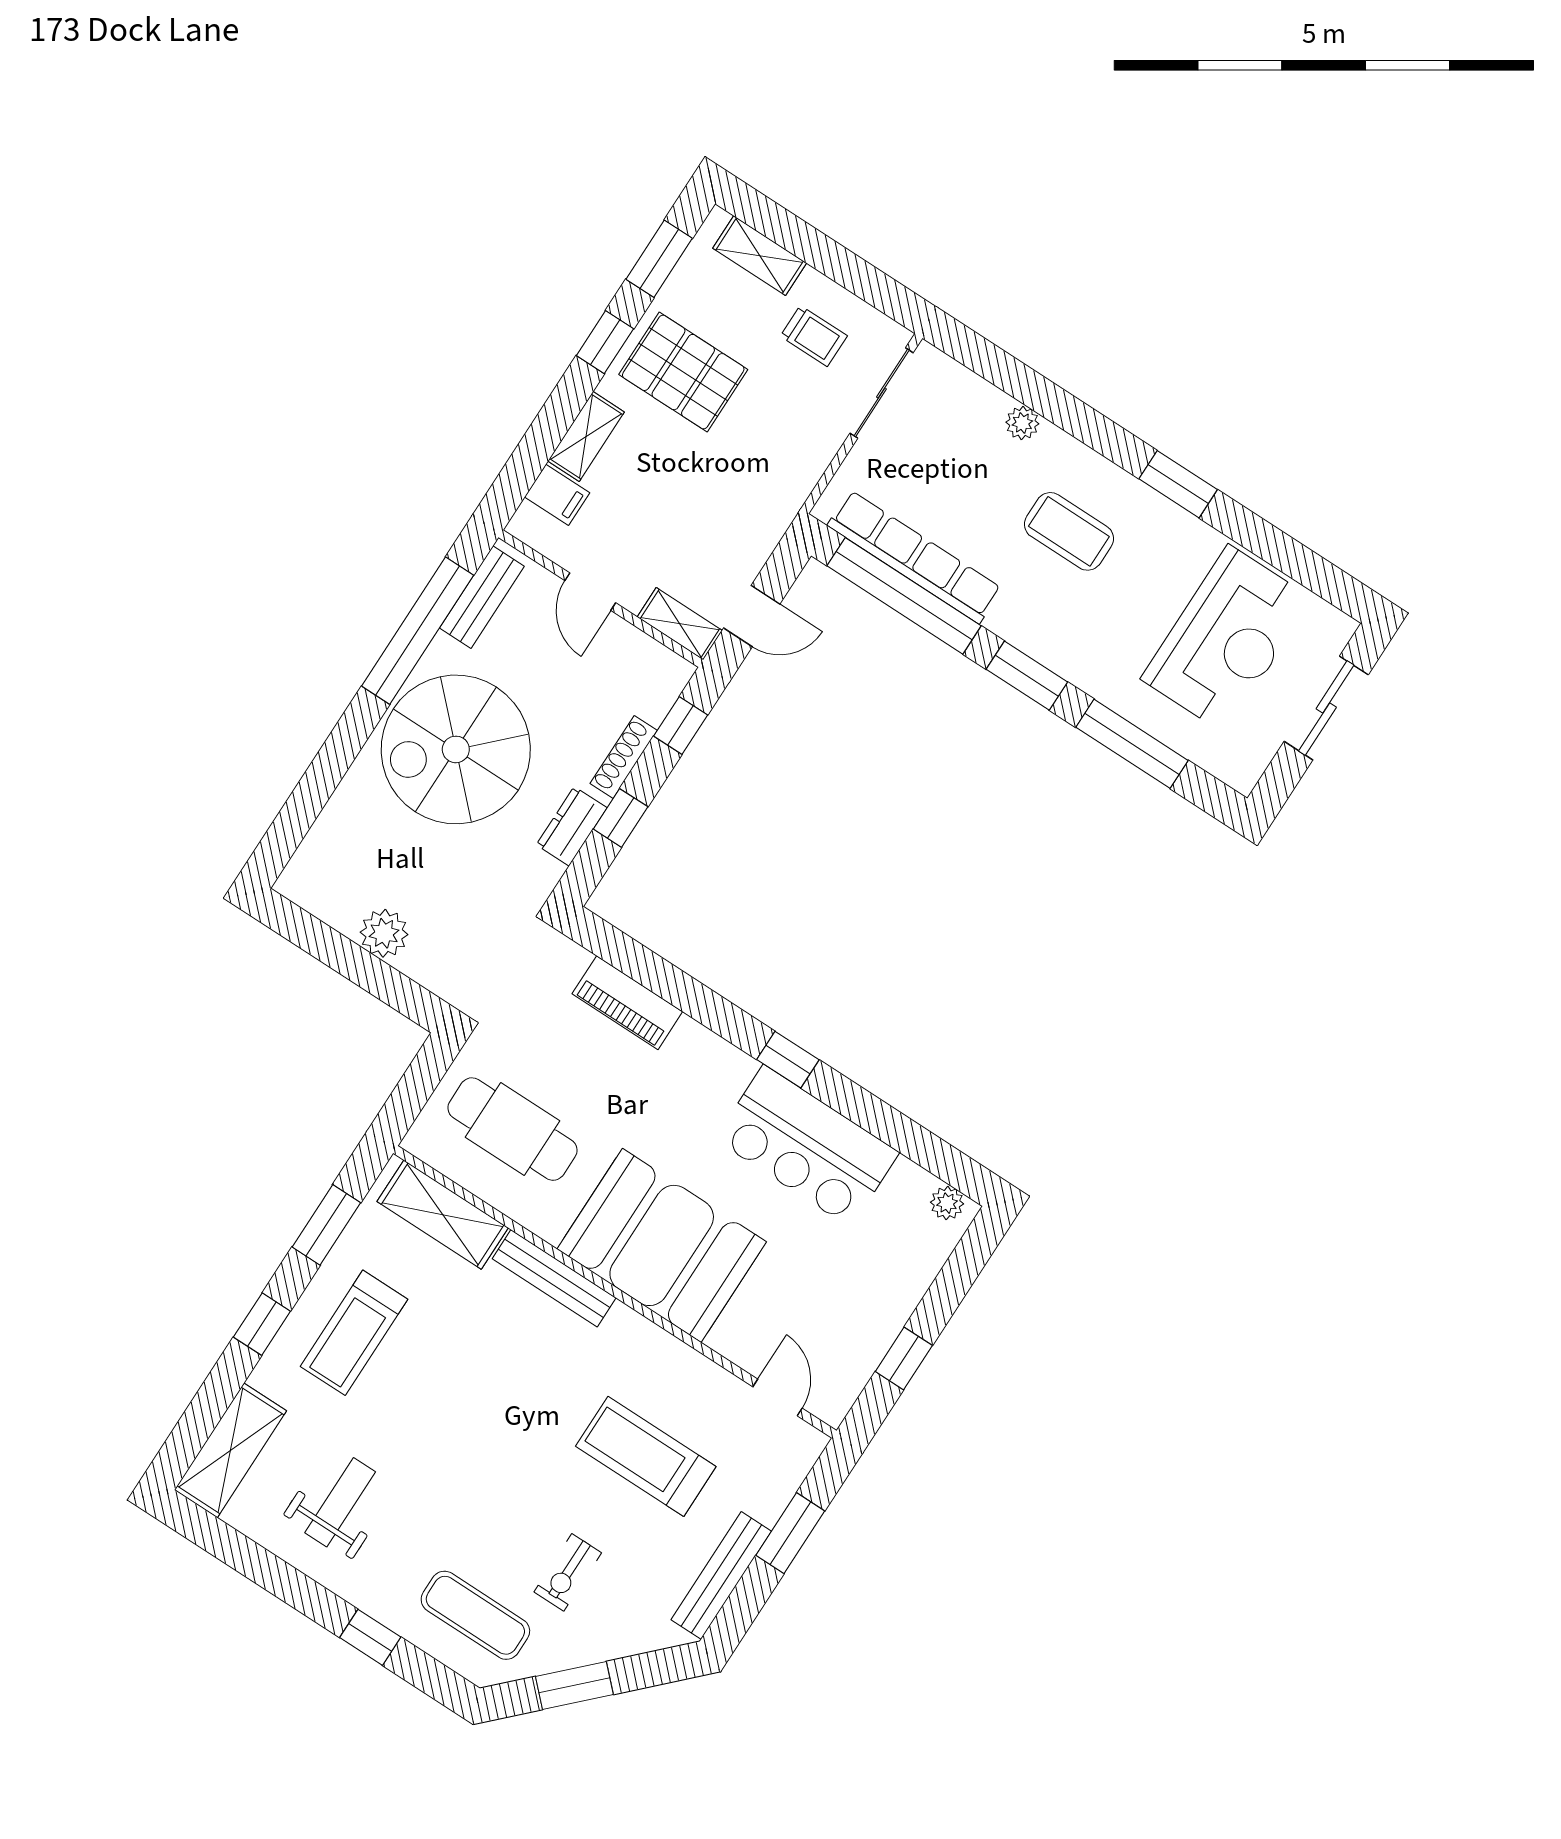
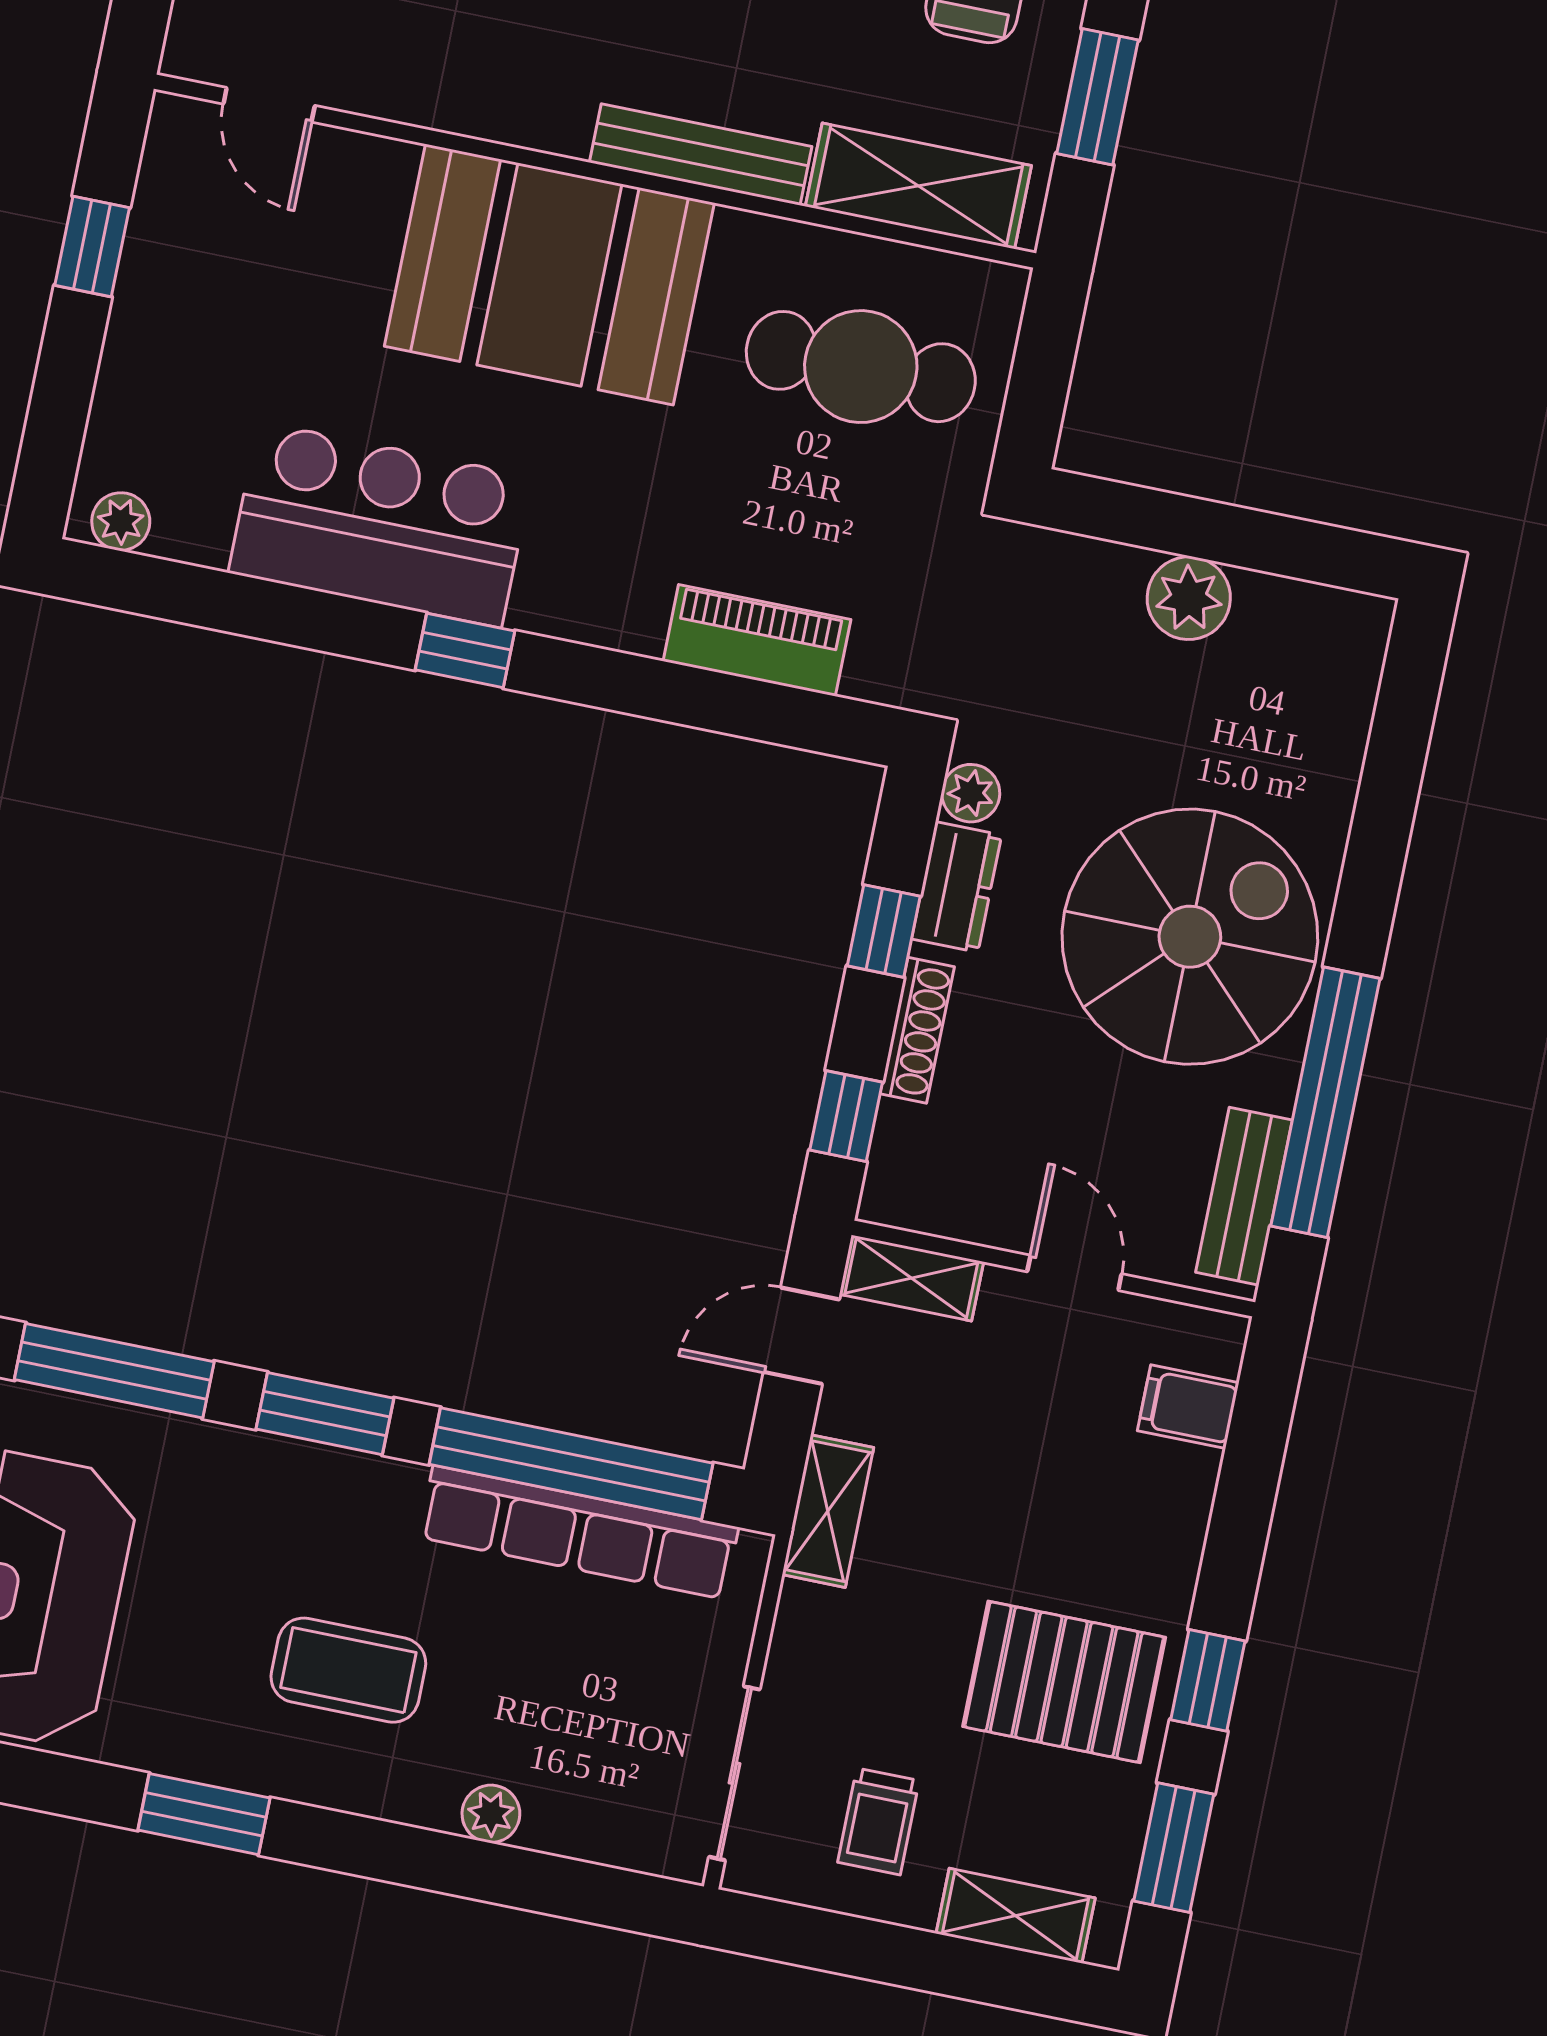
trolley: (814, 336) -> (878, 1821), turned -90
shelving: (586, 436) -> (828, 1511), moved
plant: (544, 874) -> (971, 793), added

